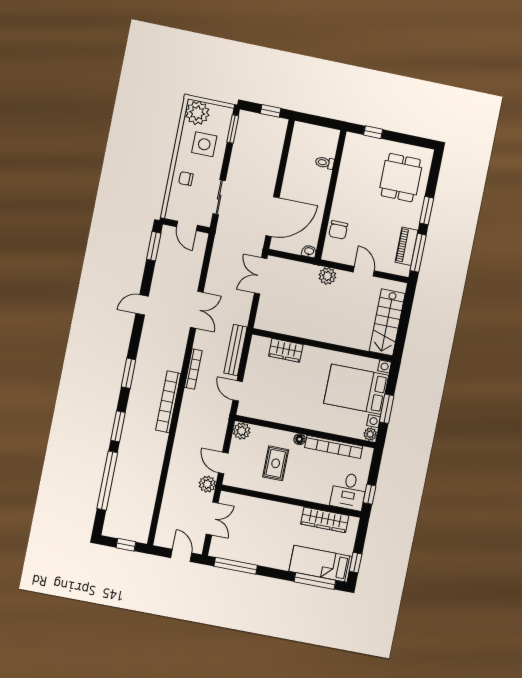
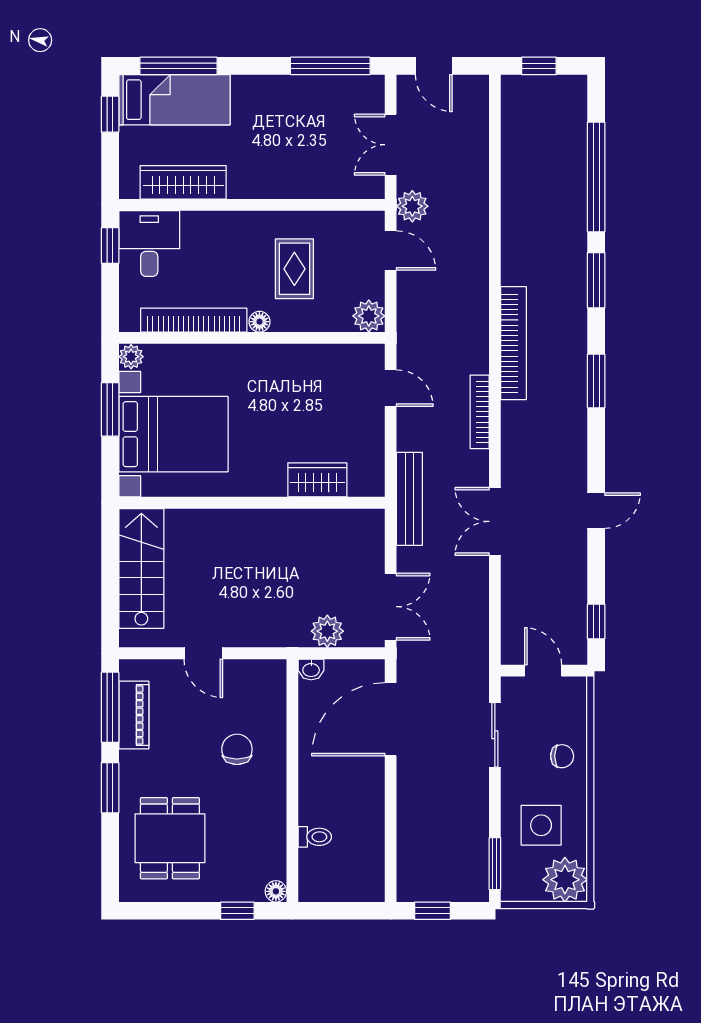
floor lamp: (351, 138) -> (276, 891), added
chair: (338, 230) -> (237, 749), moved
window: (154, 246) -> (596, 621), width x0.67
plant: (327, 276) -> (327, 631), moved
bench: (236, 350) -> (409, 499), moved

